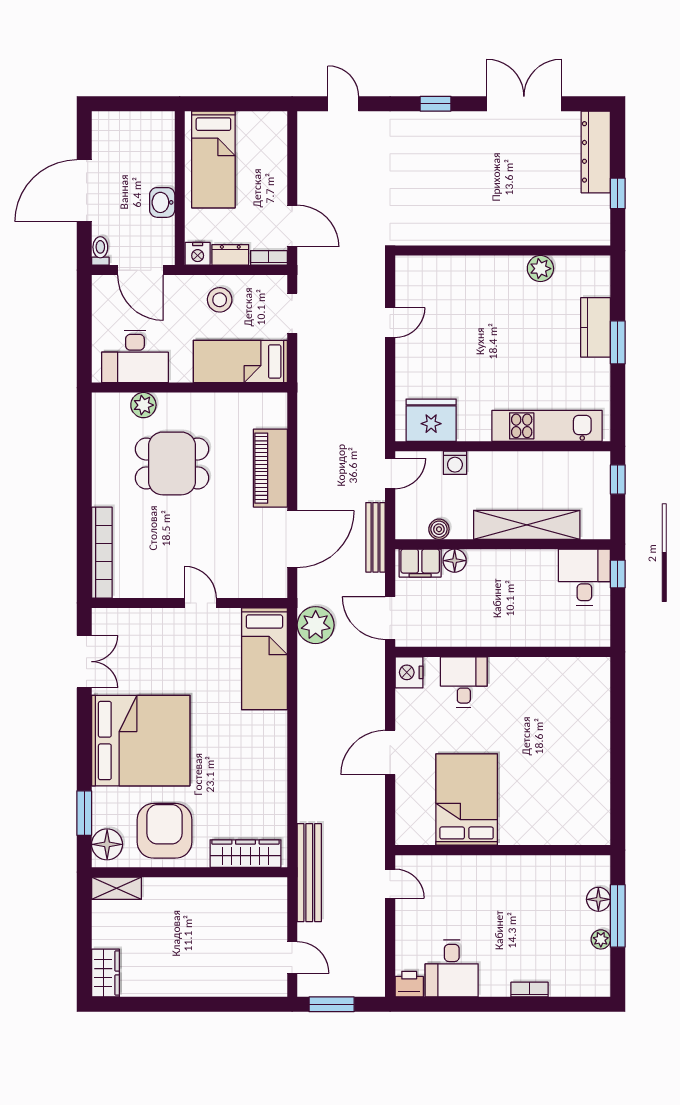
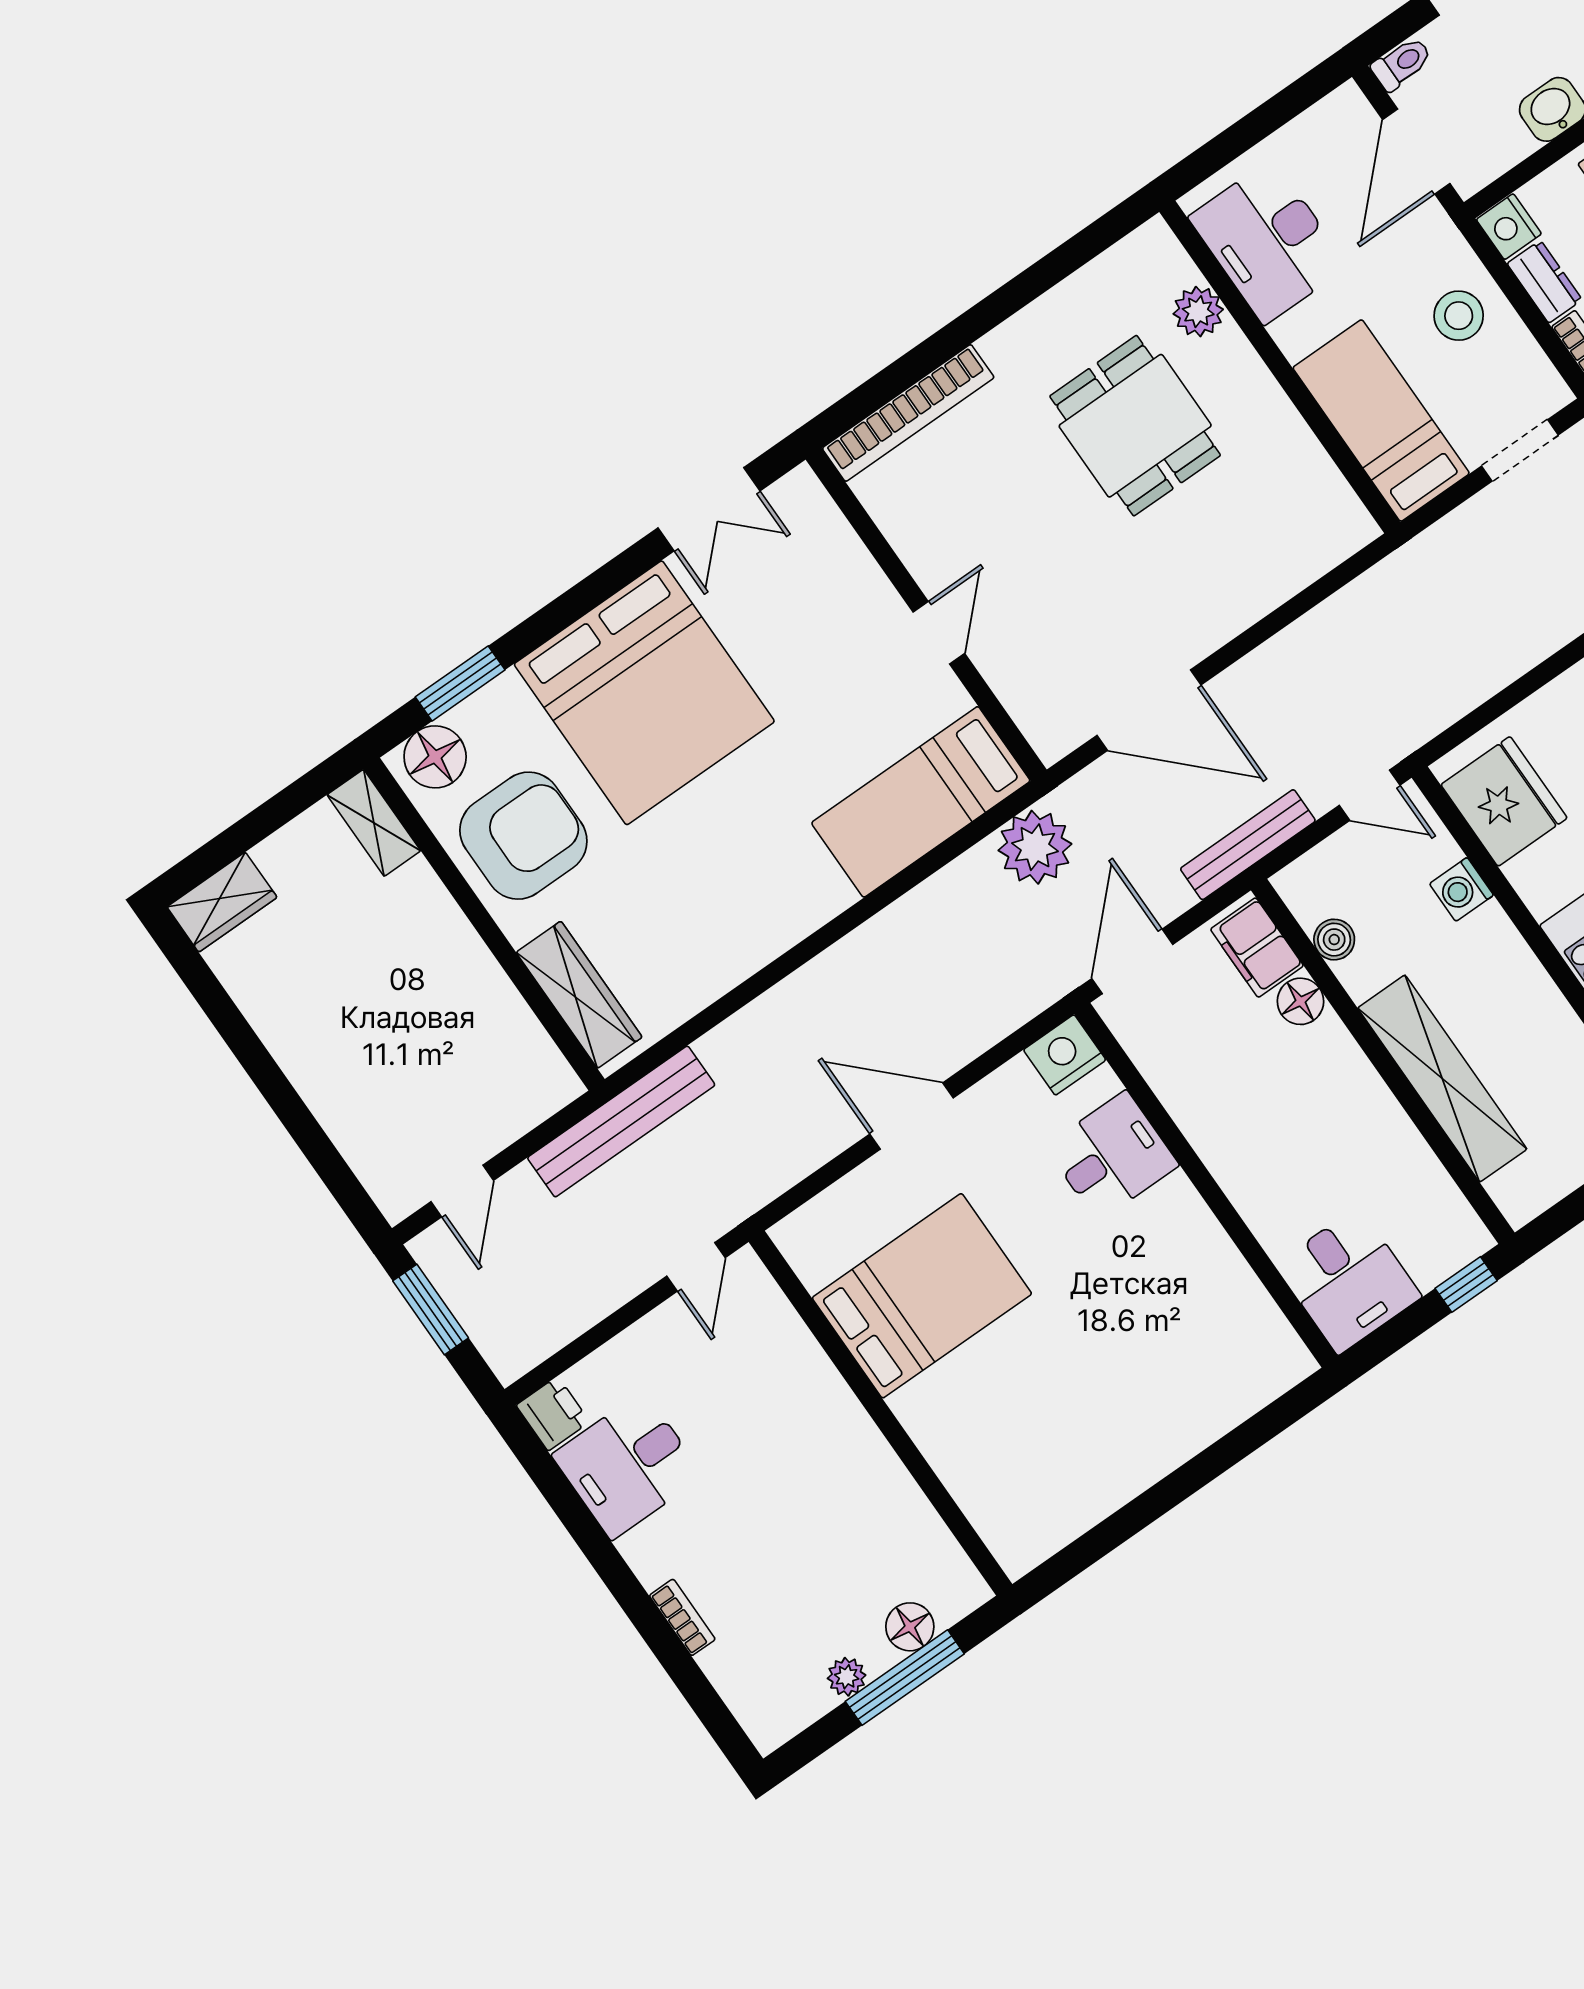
piano: (270, 468) -> (1241, 593), removed
desk: (584, 577) -> (1348, 1281), moved, turned 90

